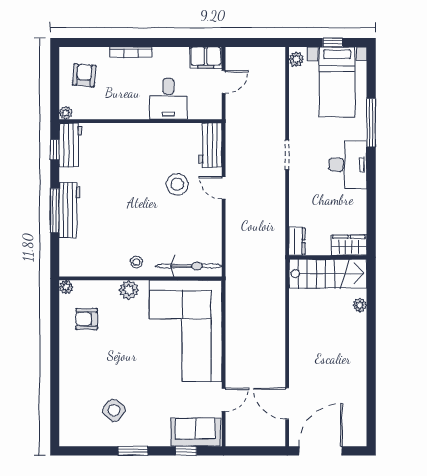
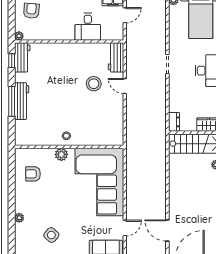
bicycle: (189, 266) -> (101, 138), removed
plant: (66, 287) -> (19, 218), moved

